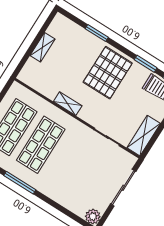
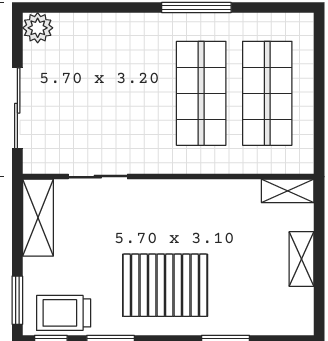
pallet: (108, 73) -> (165, 285), turned 90
shelving: (68, 104) -> (288, 191), moved

